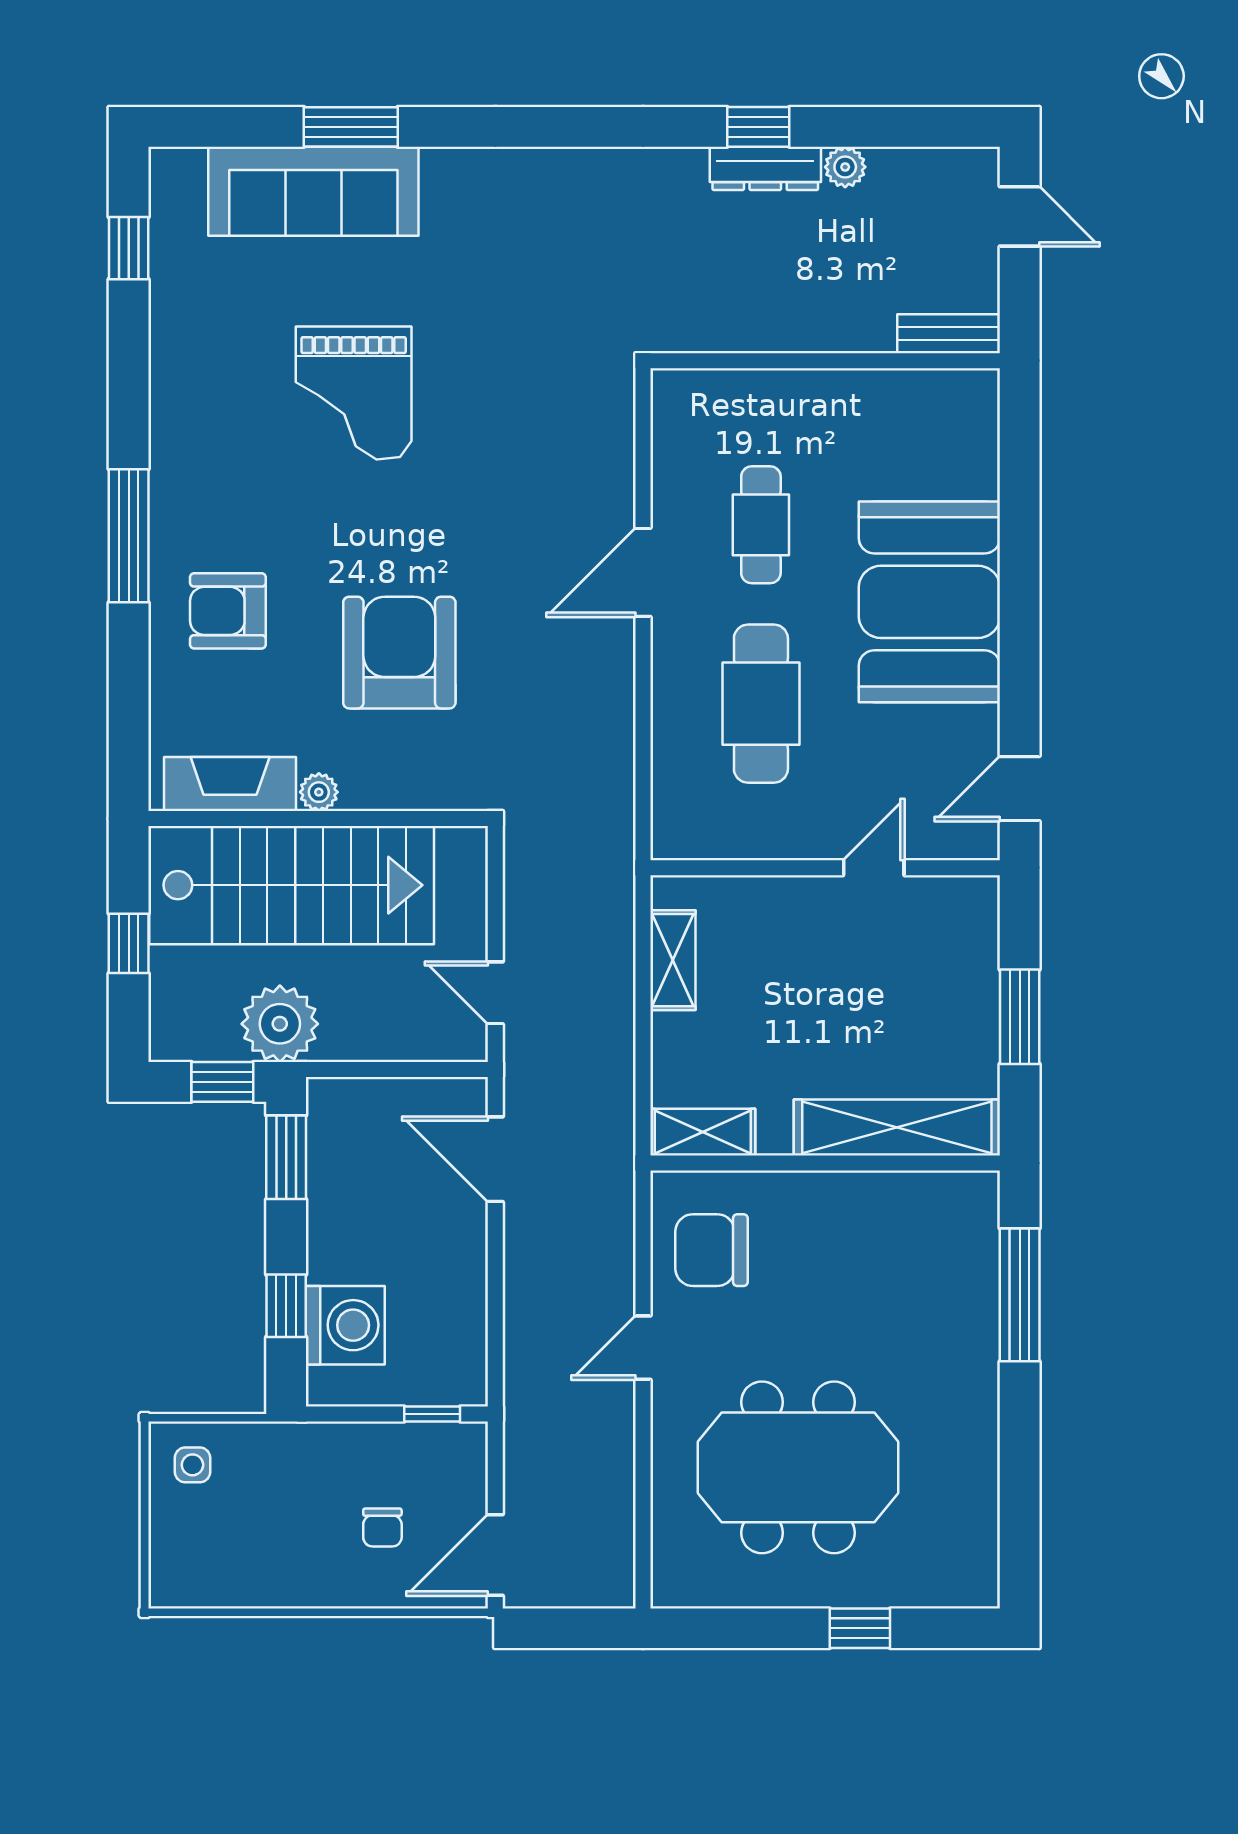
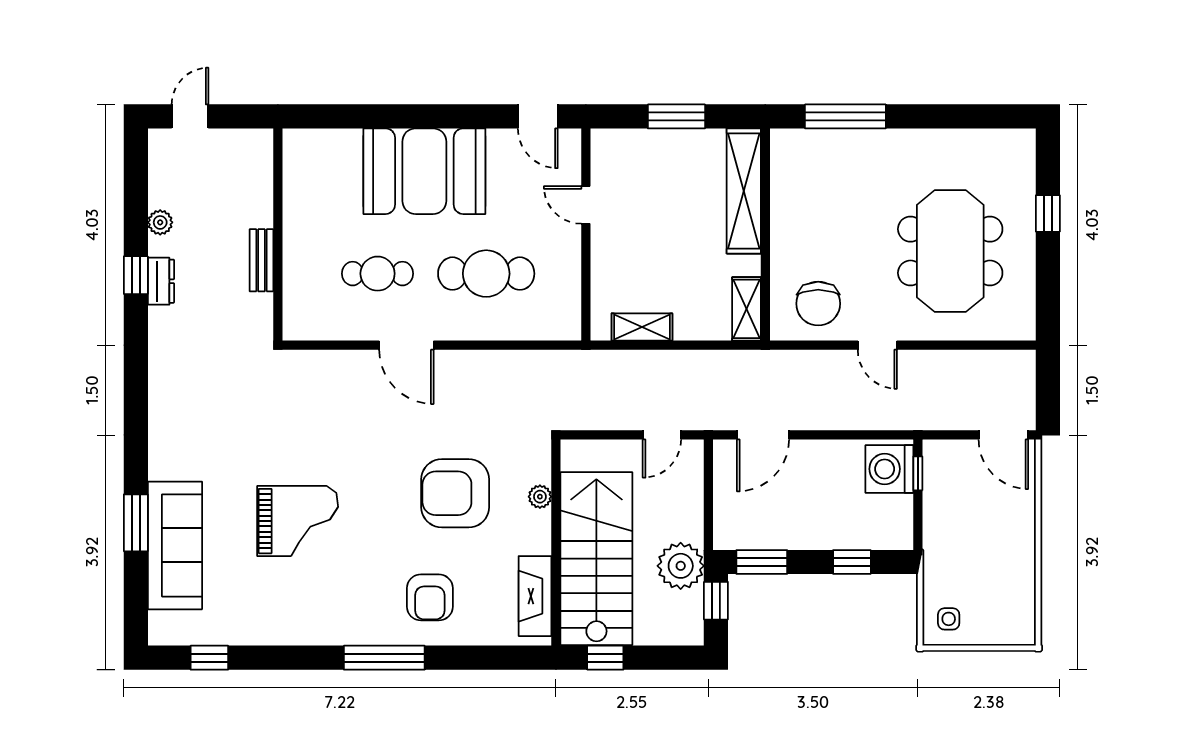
dresser: (765, 168) -> (161, 281), width x0.70
bench: (949, 334) -> (261, 260), moved
plant: (319, 792) -> (540, 497), moved
window: (129, 943) -> (605, 658), moved
washing machine: (345, 1325) -> (889, 469), moved, turned -90
chair: (382, 1527) -> (987, 504), removed

